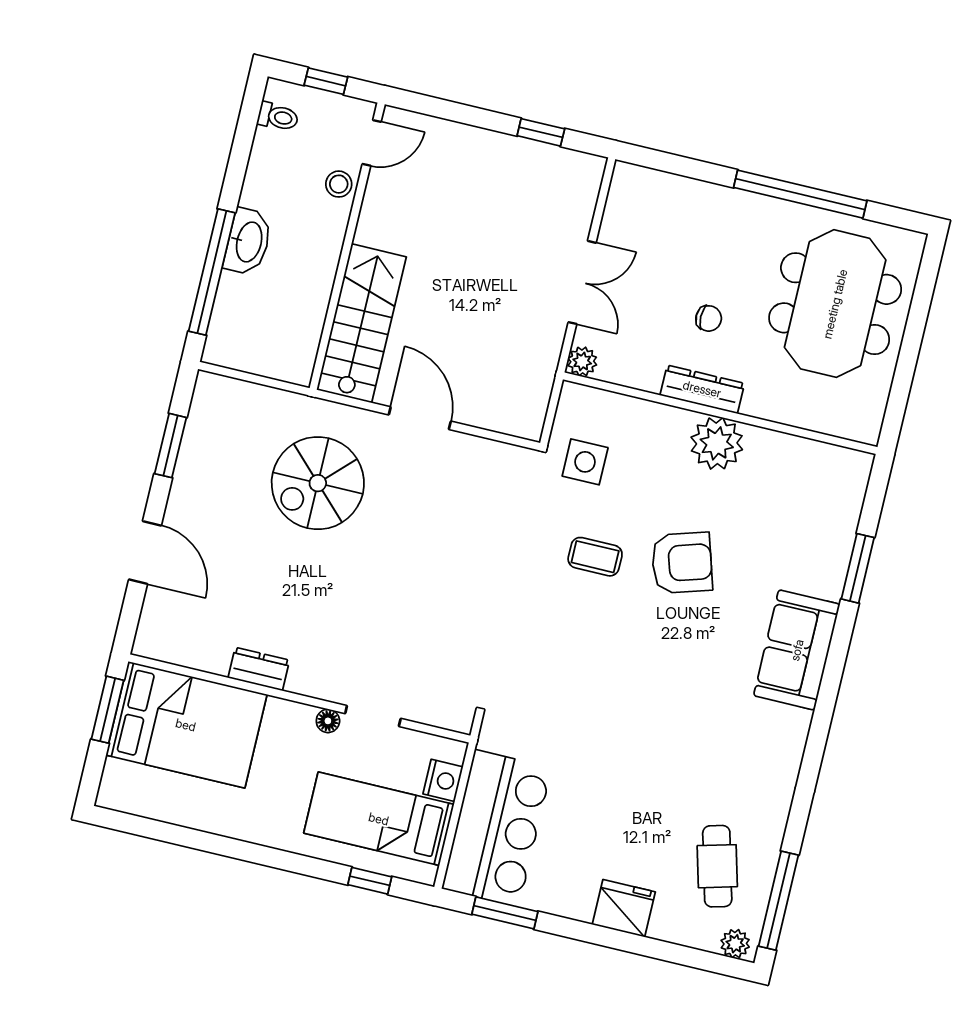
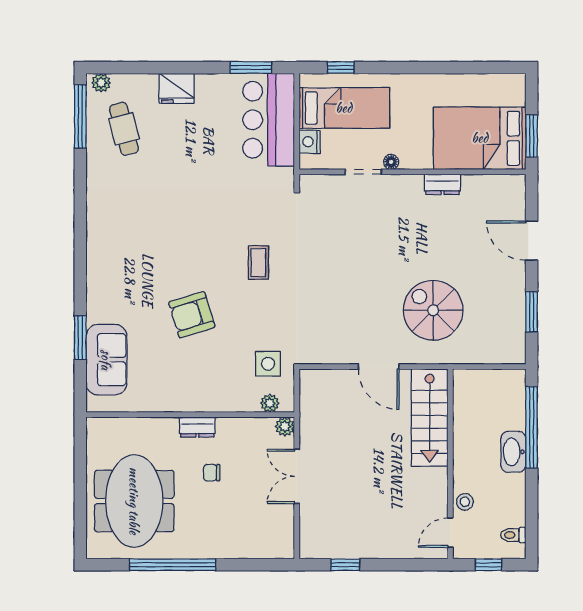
dresser: (702, 389) -> (197, 427), width x0.70
plant: (717, 443) -> (270, 403), moved, width x0.53, depth x0.53
spiral stairs: (318, 483) -> (433, 310), turned -90
coffee table: (595, 557) -> (258, 263), moved, turned 90
sofa: (797, 650) -> (106, 360), moved

